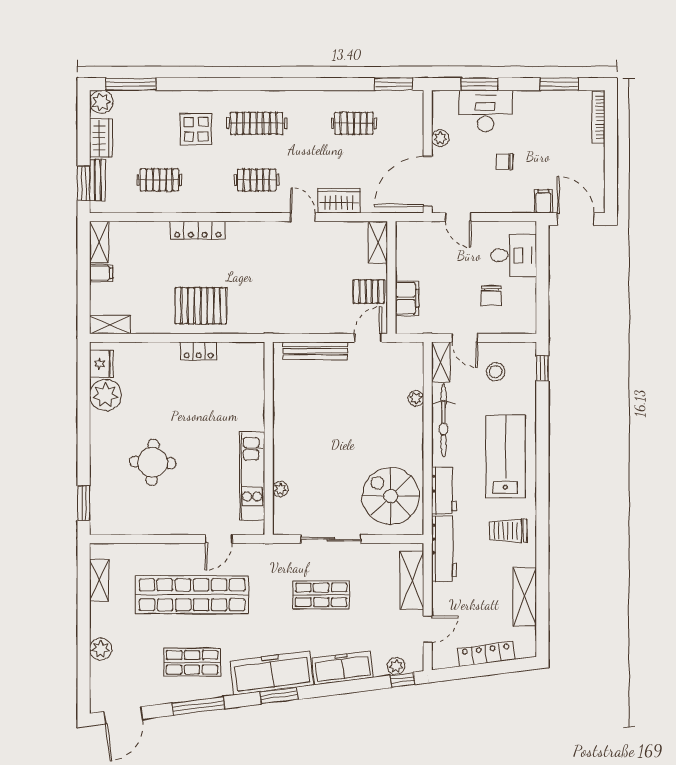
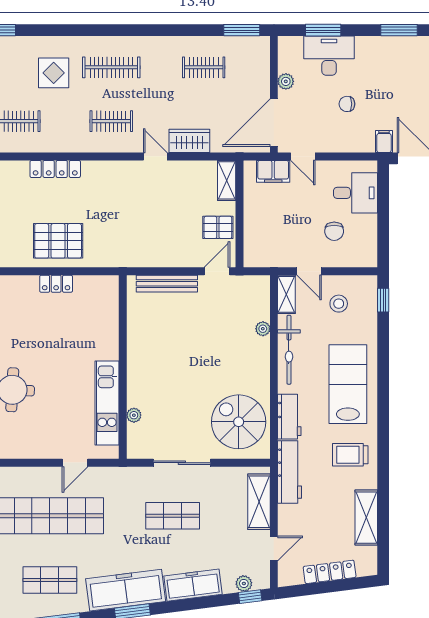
filing cabinet: (407, 298) -> (273, 171), moved, turned 90

